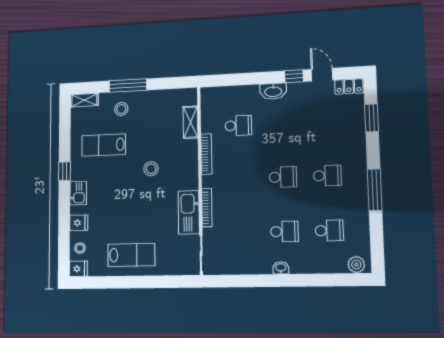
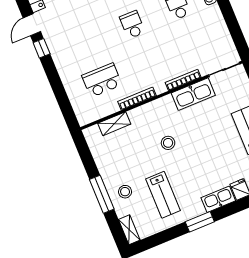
washbasin: (273, 91) -> (61, 61), removed
school desk: (238, 126) -> (102, 80), width x1.85
window: (64, 171) -> (200, 222), width x1.50
kitchen sink: (78, 193) -> (218, 199), width x1.38

